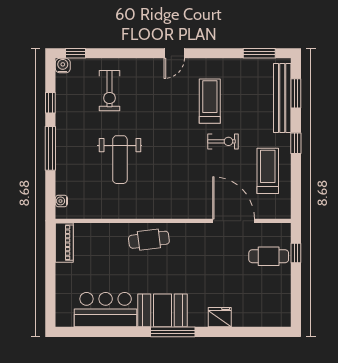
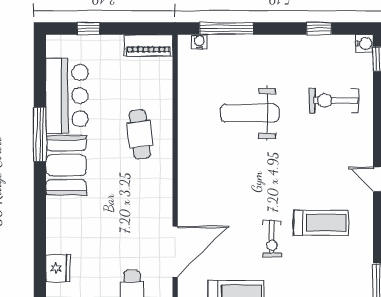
window: (50, 148) -> (226, 29), moved
cafe table: (149, 240) -> (140, 134), moved
window: (50, 292) -> (88, 29), added
fridge: (220, 317) -> (58, 268), moved
window: (173, 332) -> (40, 134), moved

